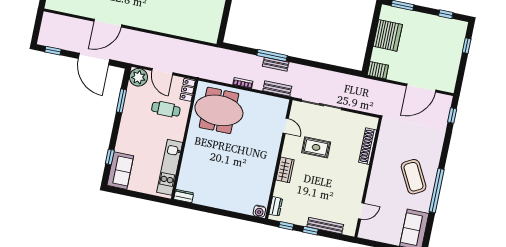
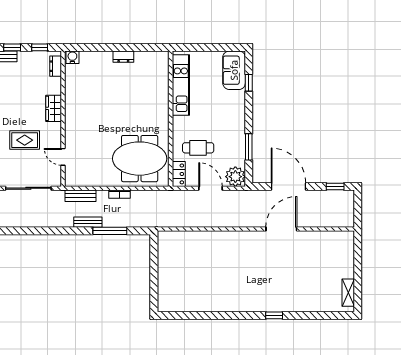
window: (272, 55) -> (110, 231), moved
dresser: (184, 196) -> (123, 57), moved

